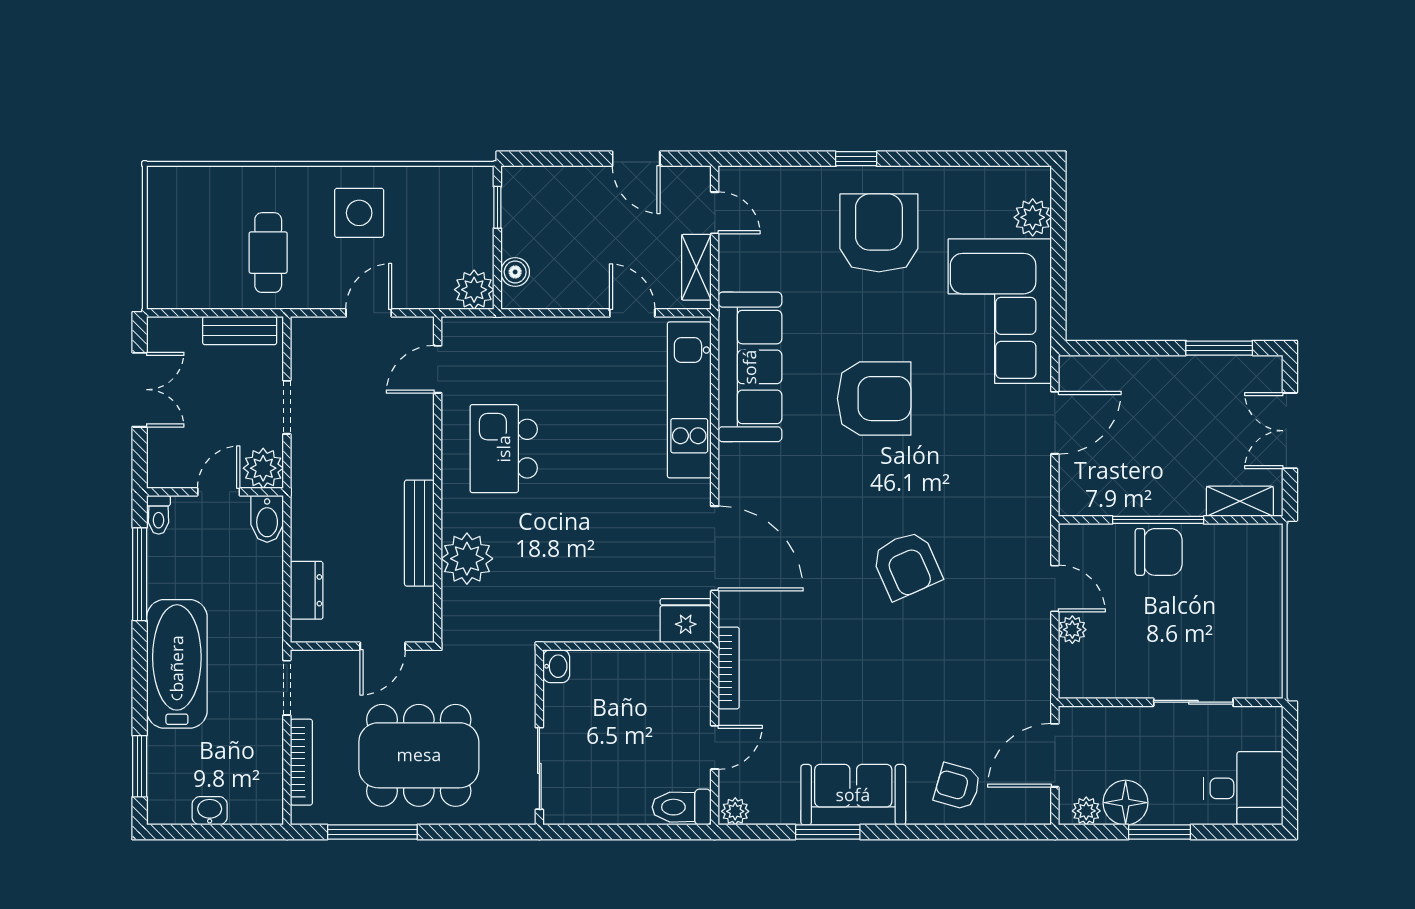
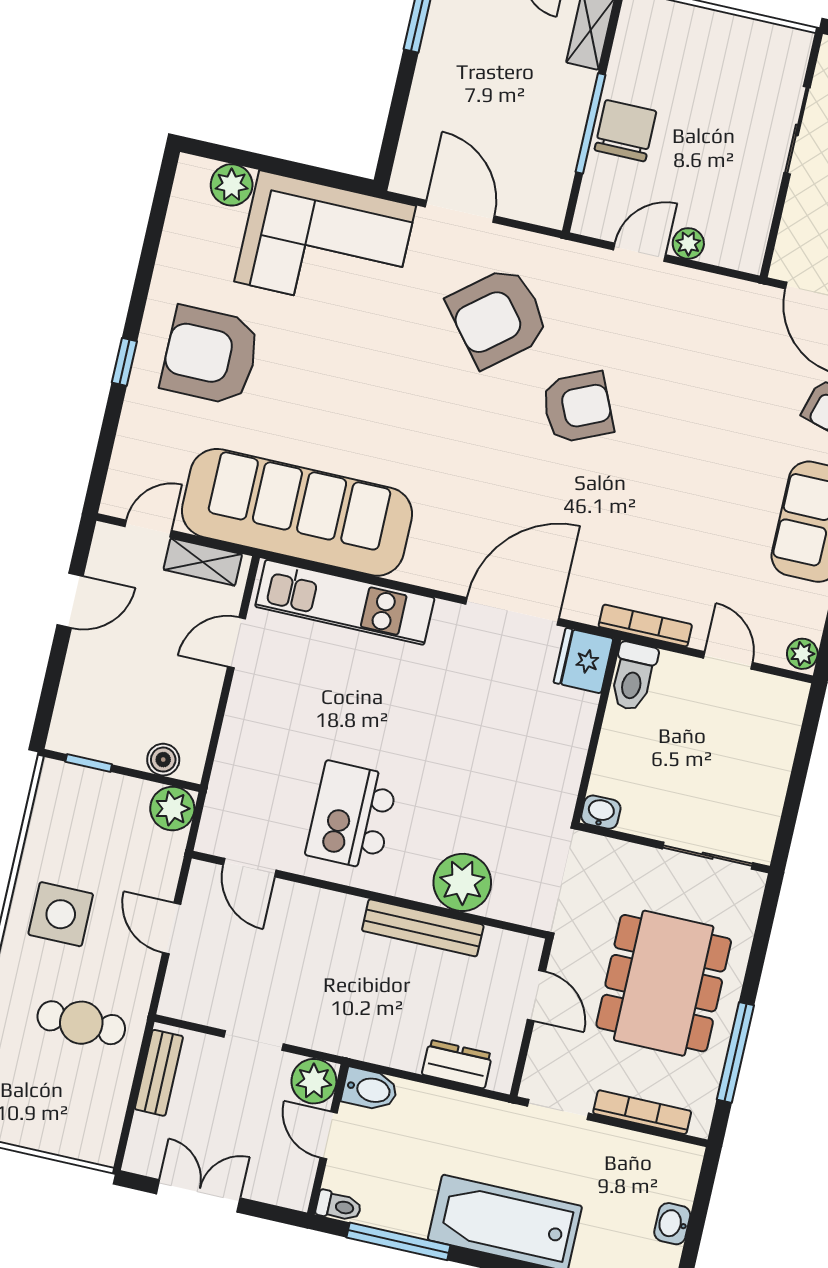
sofa: (750, 367) -> (297, 512), width x1.36, depth x1.27
armchair: (874, 399) -> (498, 317), moved, turned -129
kitchen island: (504, 449) -> (352, 816), turned 90
toilet: (682, 807) -> (633, 676), moved

